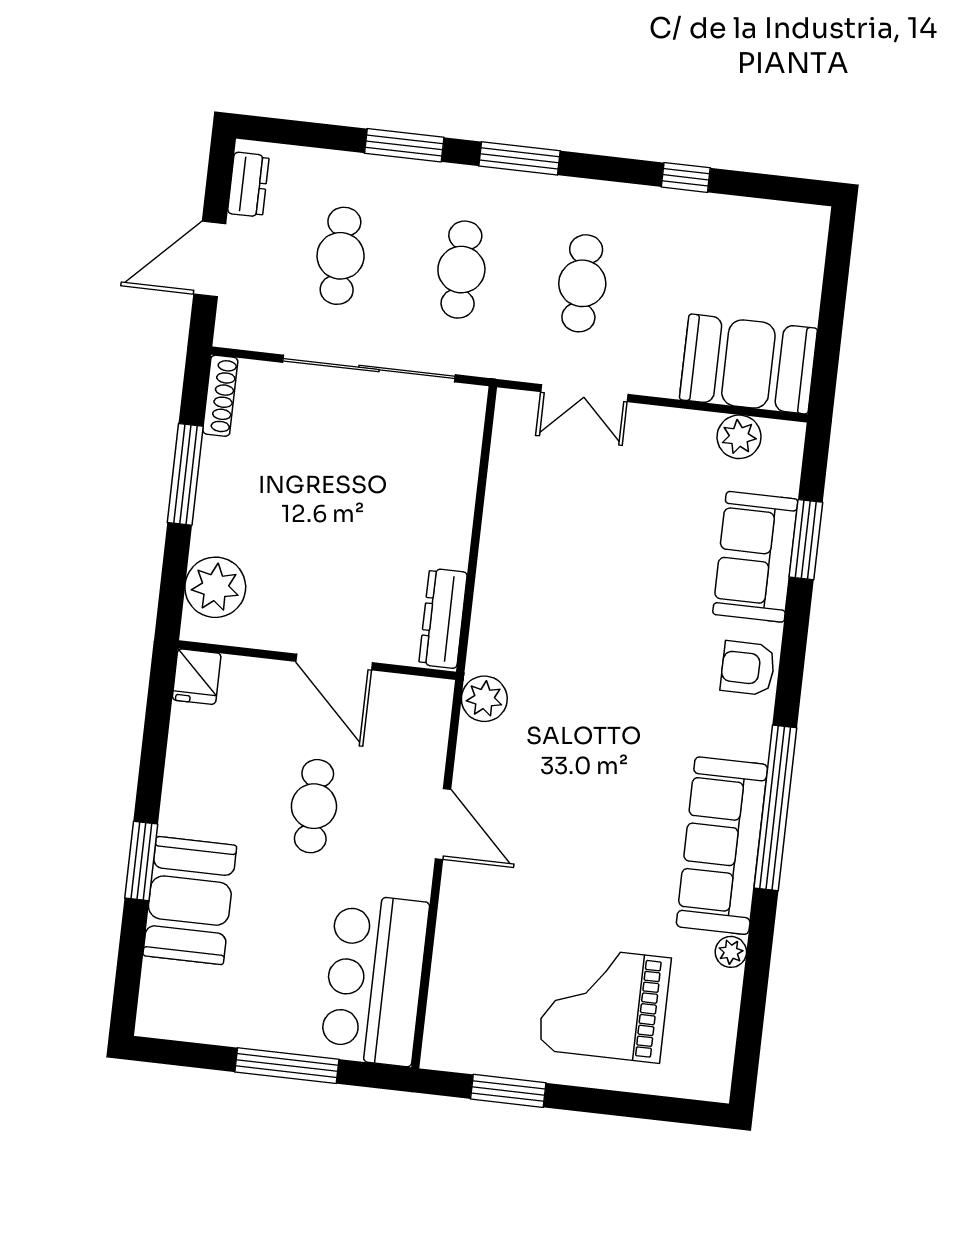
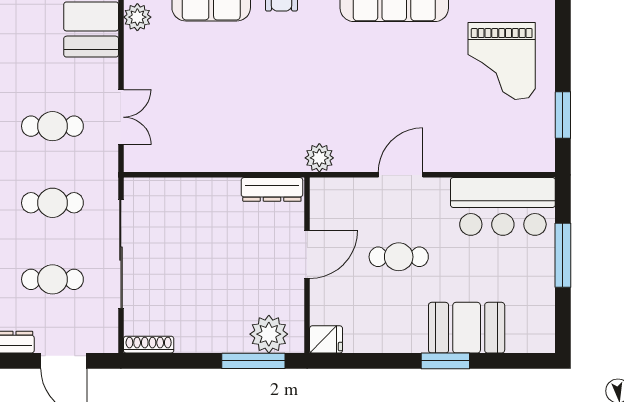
window: (185, 474) -> (253, 361), moved

